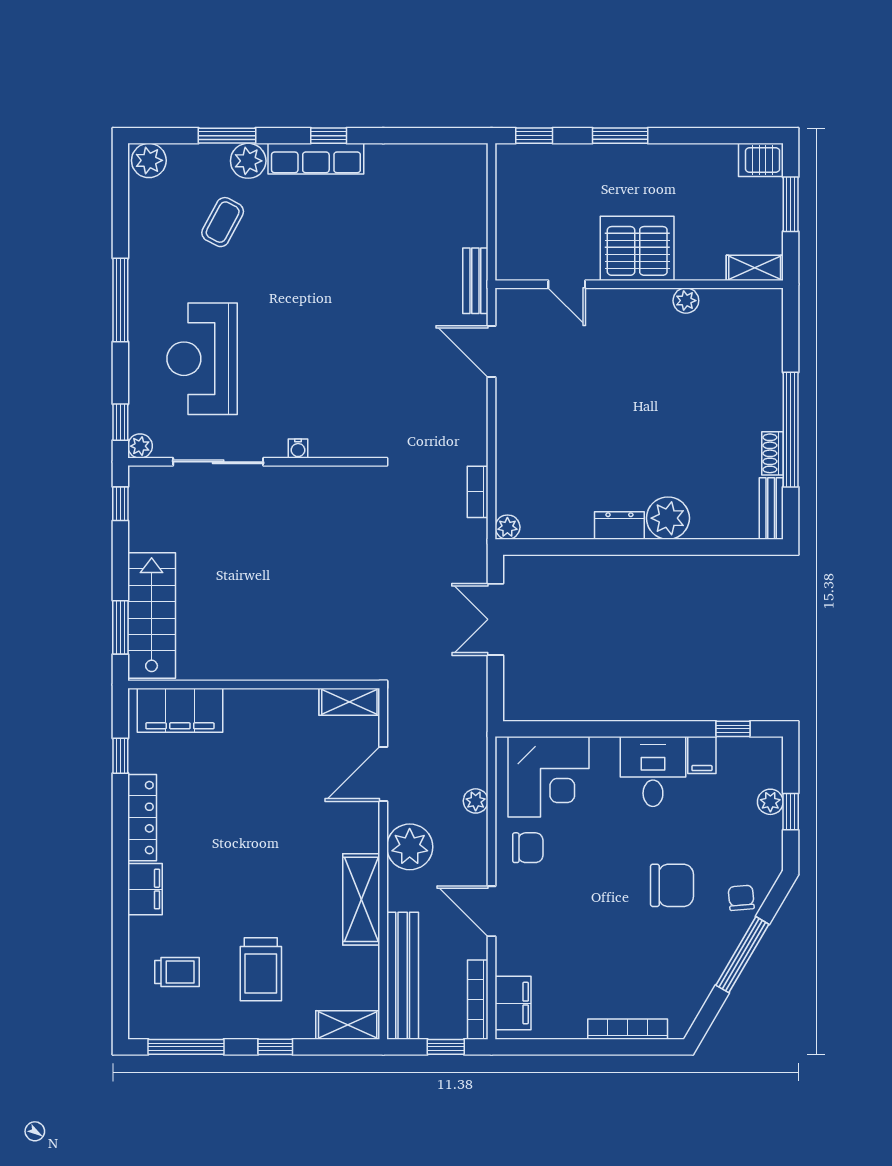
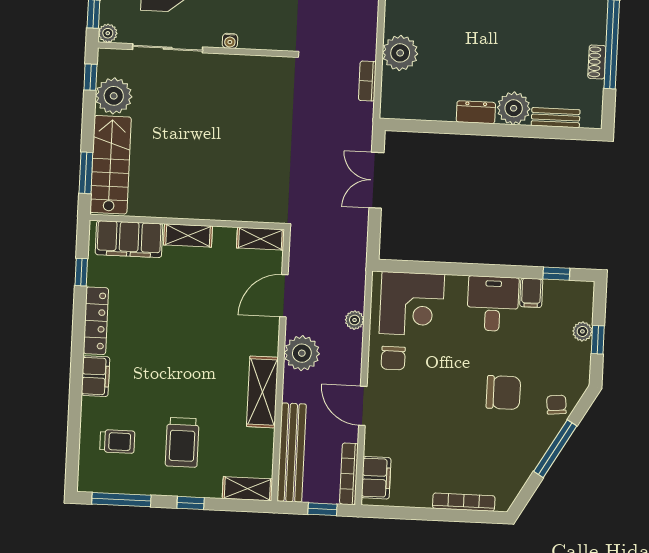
bench: (771, 509) -> (556, 118), moved, turned 90
plant: (151, 527) -> (114, 96), added
plant: (507, 527) -> (400, 53), moved, width x1.88, depth x1.88
shelving: (256, 702) -> (188, 236), added
chair: (528, 848) -> (393, 358), turned 90

